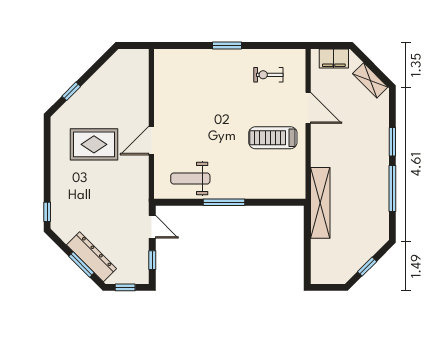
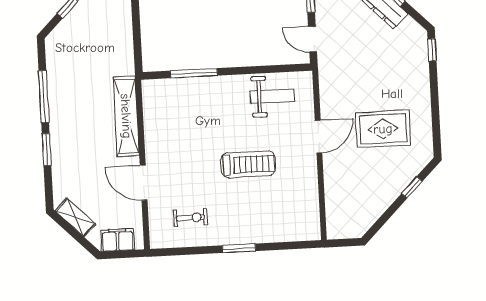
treadmill: (273, 138) -> (248, 164), moved
window: (224, 202) -> (194, 73), moved
shelving: (320, 203) -> (126, 116), moved

